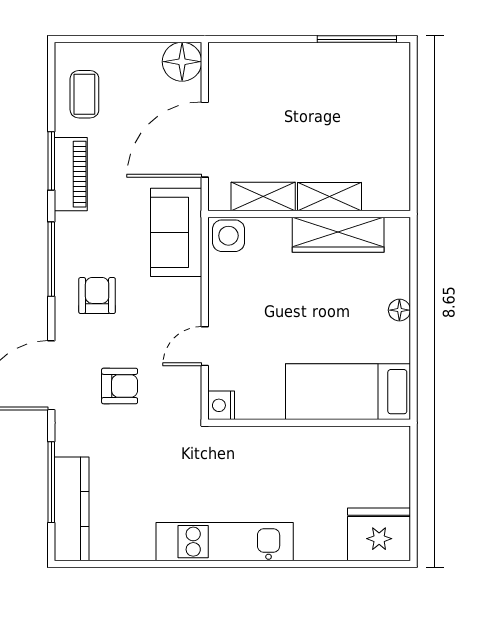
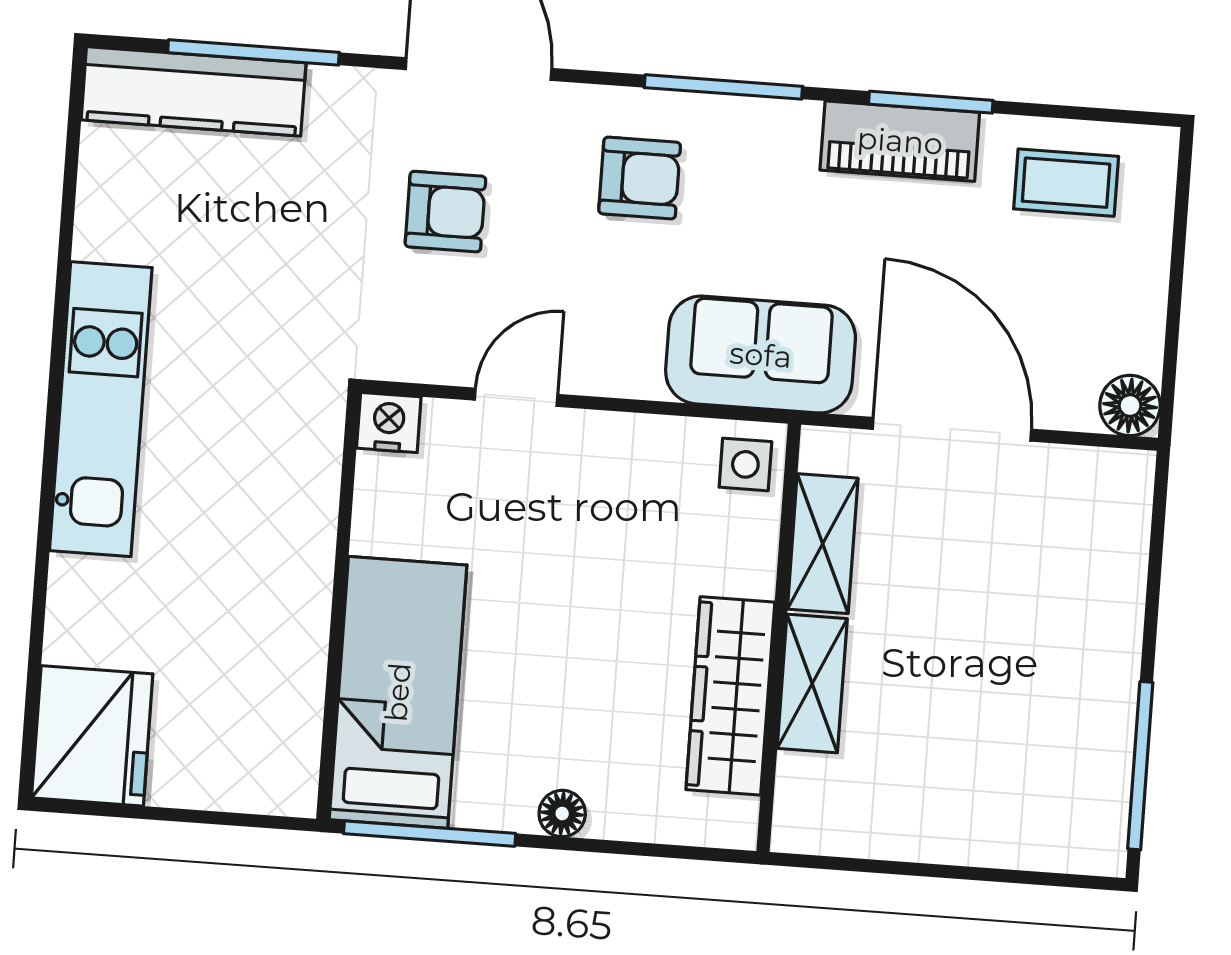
floor lamp: (182, 62) -> (1130, 406), width x0.73, depth x0.73
side table: (228, 236) -> (745, 464), width x0.73, depth x0.73
door: (205, 346) -> (516, 397), hinge flipped
window: (413, 372) -> (430, 834), added
armchair: (120, 386) -> (445, 212), turned -90

